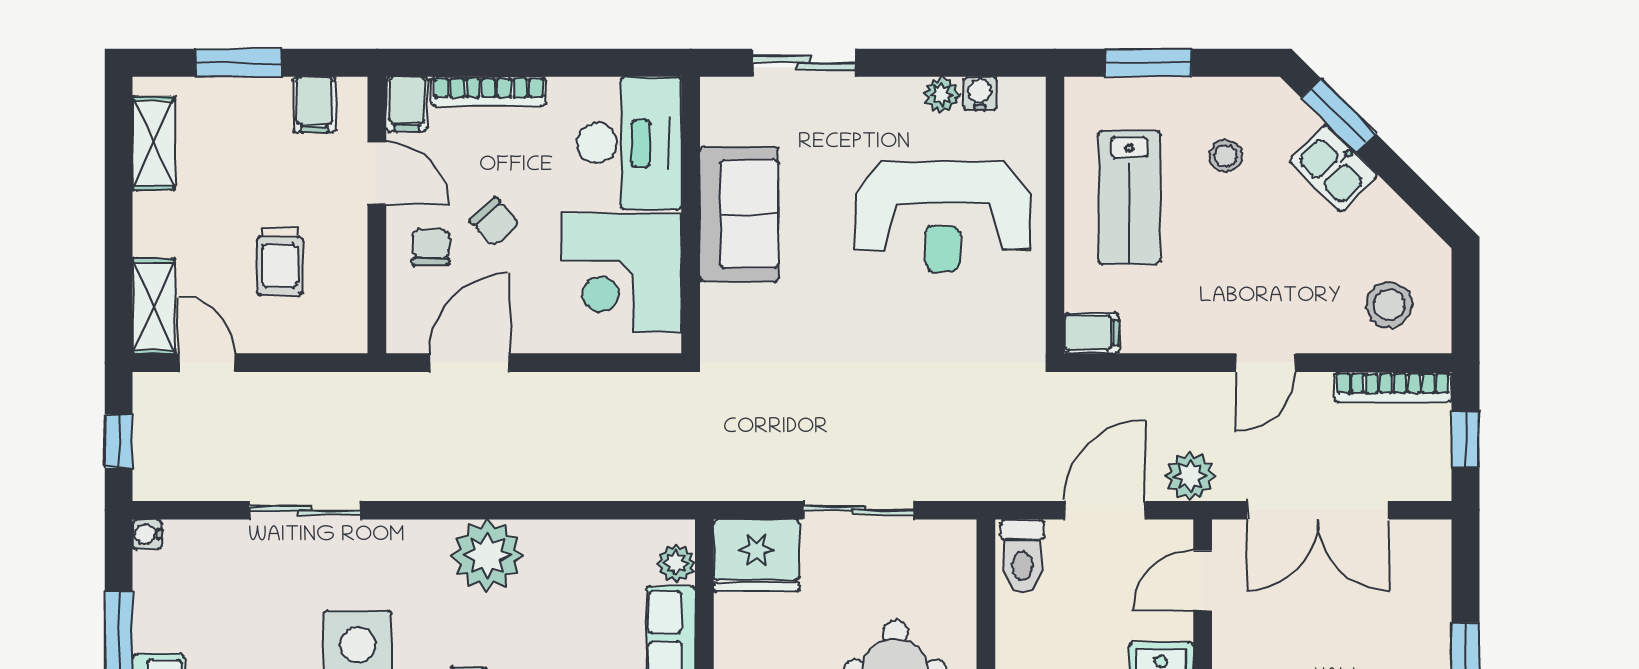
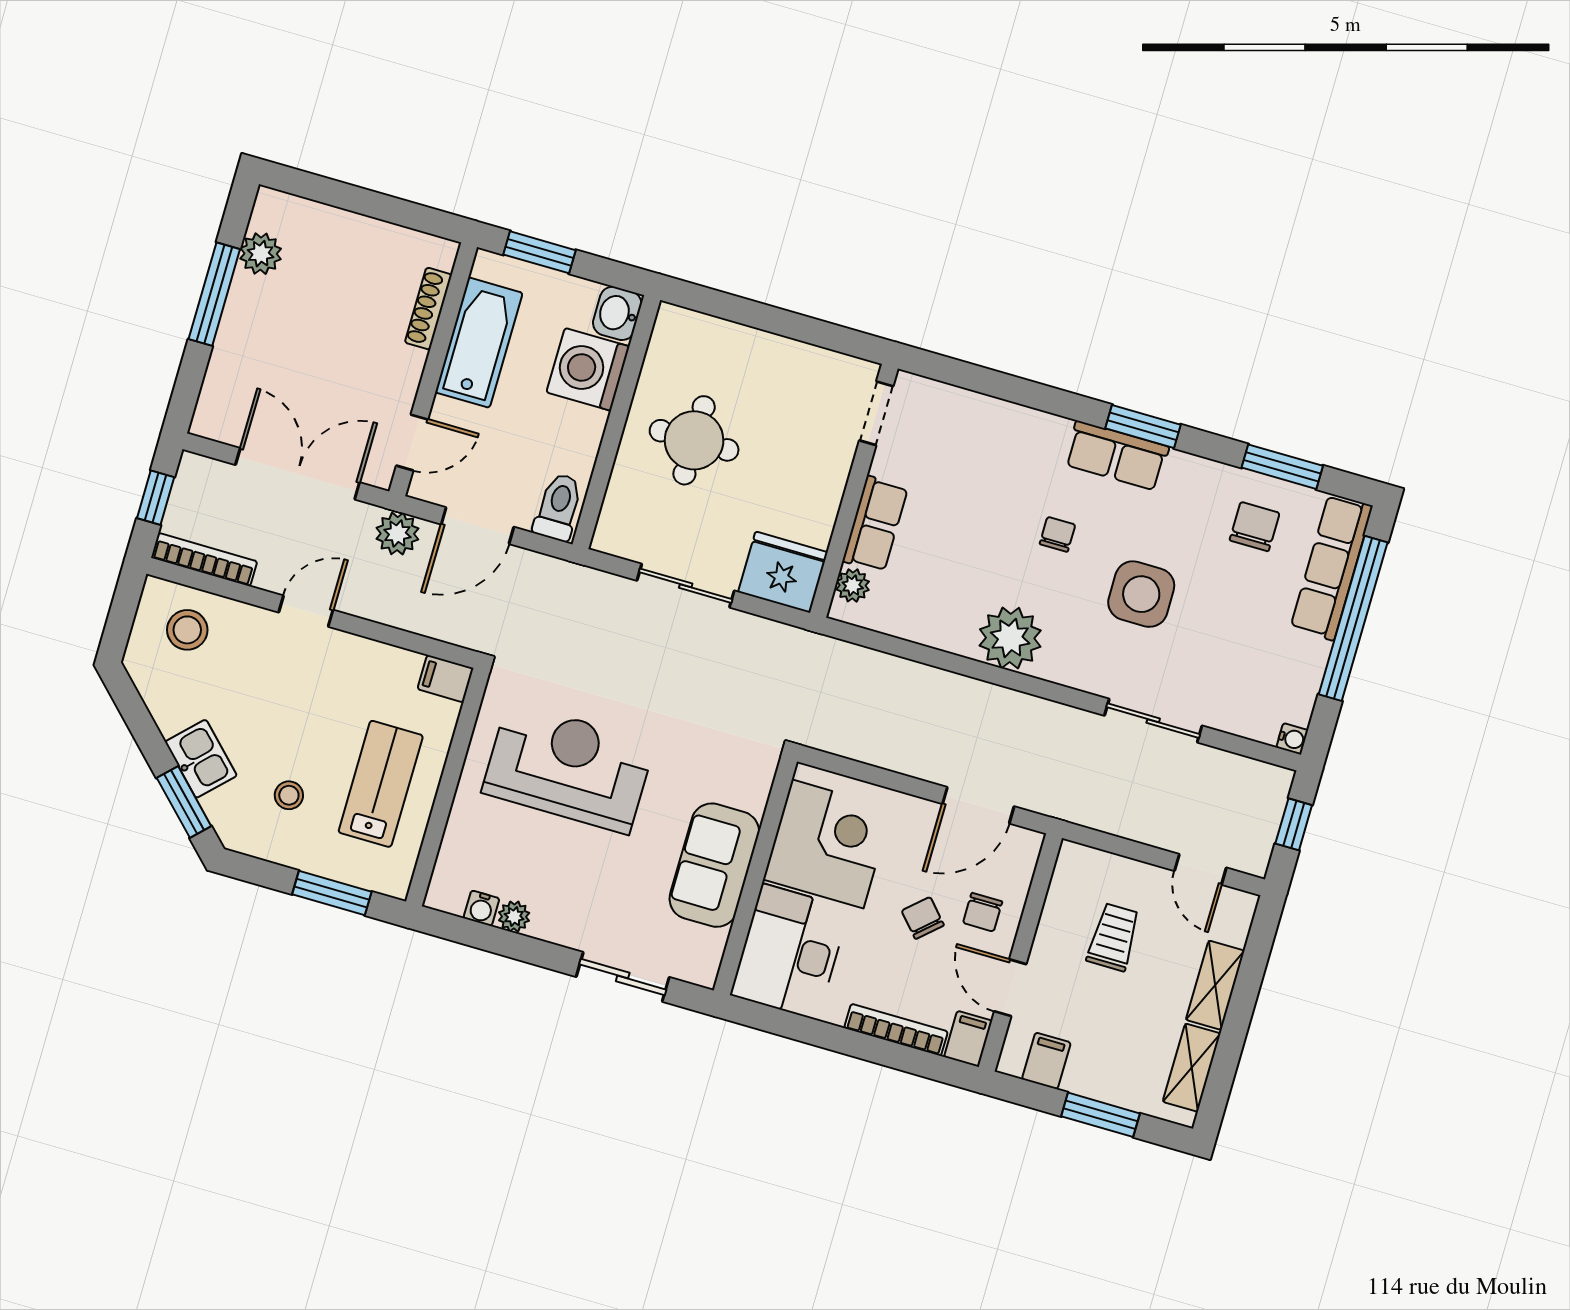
reception desk: (943, 217) -> (568, 768), moved
shelving: (154, 306) -> (1215, 985), moved

